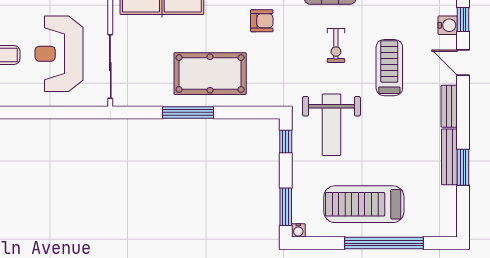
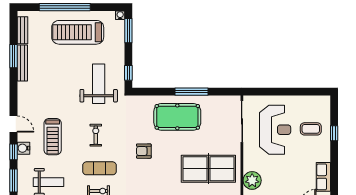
treadmill: (389, 68) -> (53, 137), moved
bench: (449, 106) -> (22, 30), moved
treadmill: (364, 204) -> (78, 32), turned 180

